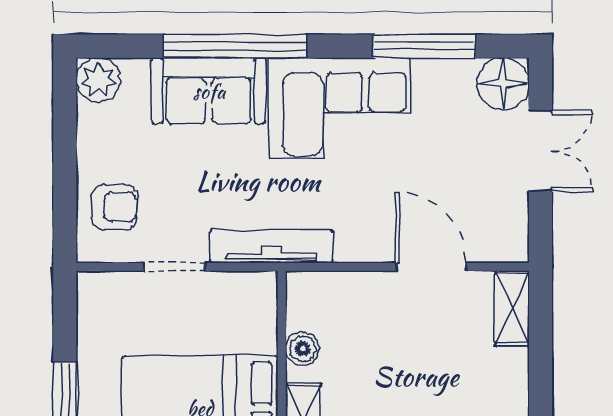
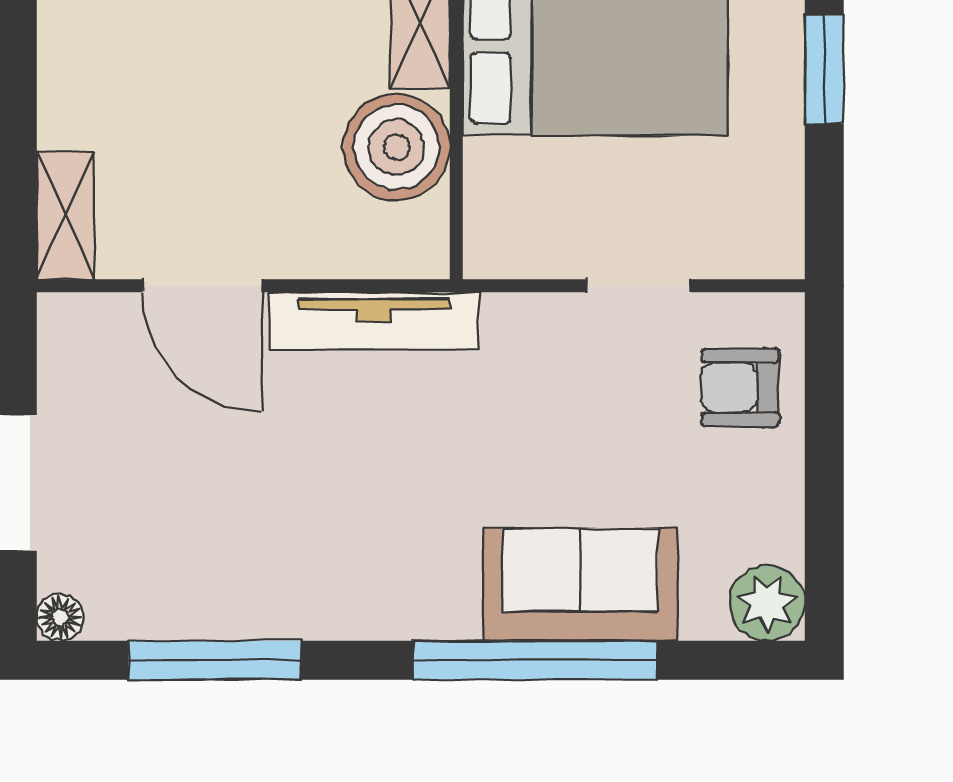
floor lamp: (503, 84) -> (60, 617), width x0.53, depth x0.53
corner sofa: (340, 108) -> (358, 555), removed
tv unit: (271, 246) -> (374, 321), moved
boiler: (302, 349) -> (397, 147), width x1.86, depth x1.86

